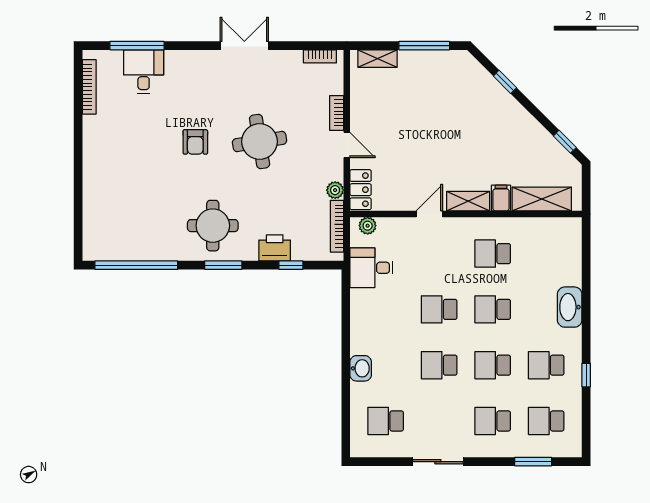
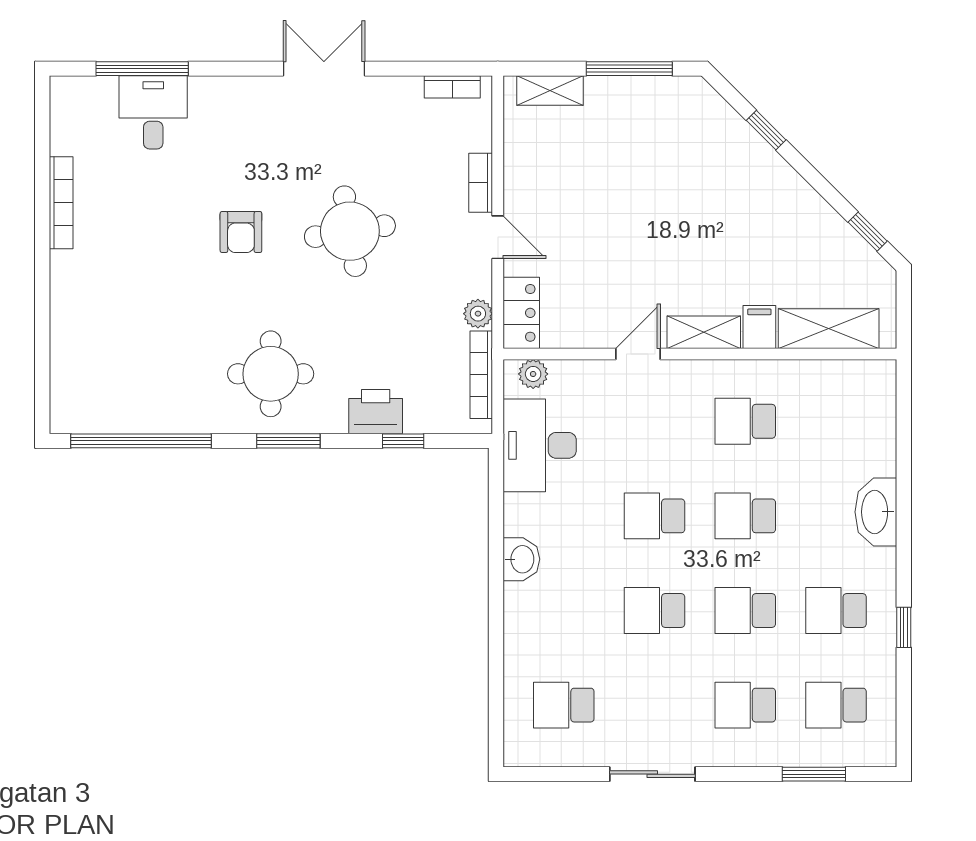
bookcase: (89, 87) -> (61, 203), moved
desk: (371, 268) -> (540, 445), width x1.37
washbasin: (361, 368) -> (521, 559), moved

